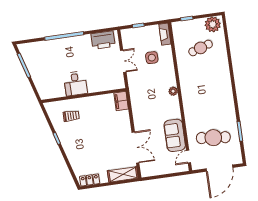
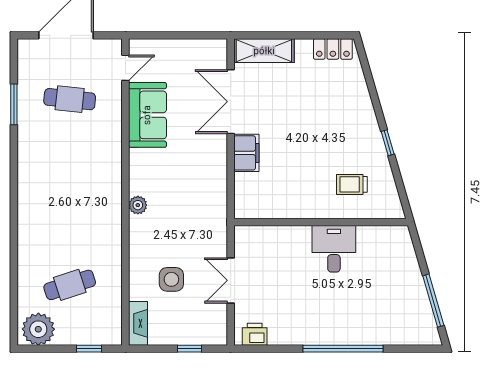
printer: (103, 40) -> (255, 334), width x0.53, depth x0.68
filing cabinet: (121, 101) -> (246, 153), moved
cafe table: (213, 138) -> (70, 99), width x0.73, depth x0.74

